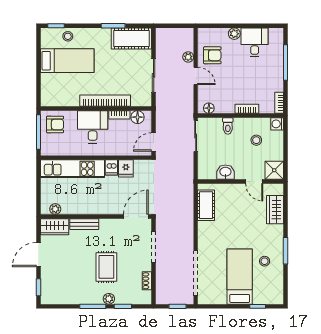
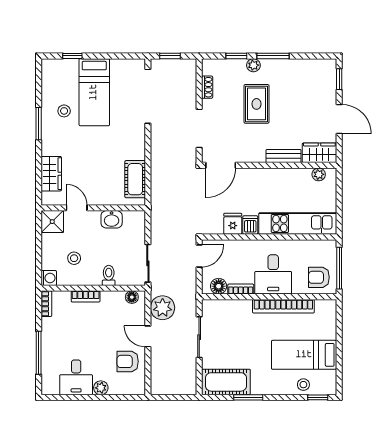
plant: (188, 57) -> (163, 308), moved, width x1.88, depth x1.88
bookcase: (105, 101) -> (283, 306), moved
door: (38, 255) -> (339, 119), hinge flipped

